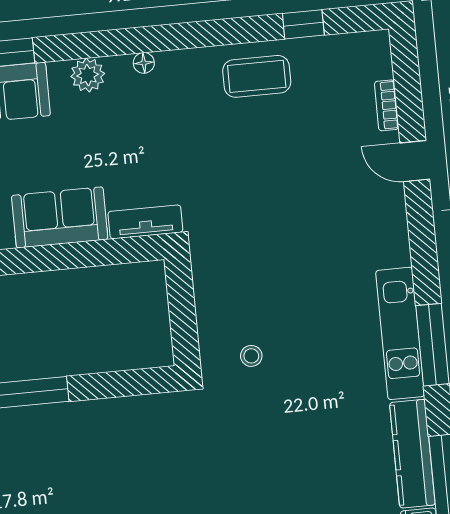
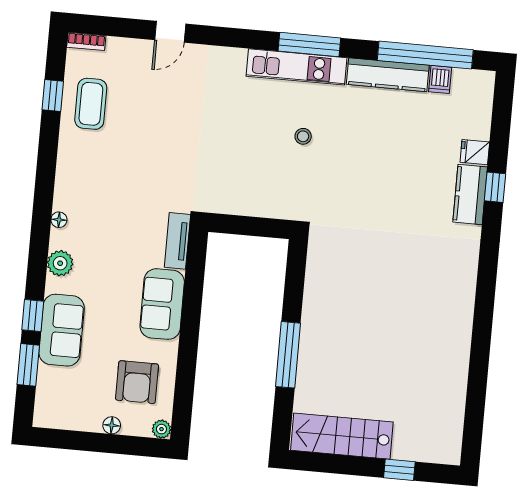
coffee table: (257, 76) -> (91, 104), moved
bookcase: (387, 105) -> (86, 41), moved
stool: (251, 356) -> (303, 136), moved

